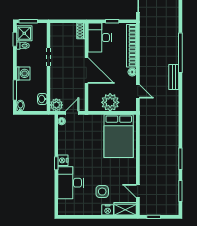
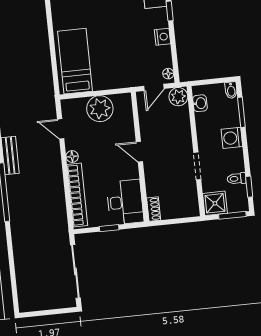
shower: (24, 33) -> (215, 203), moved
door: (86, 71) -> (139, 152), width x0.53
bed: (119, 136) -> (75, 61), width x0.67
nightstand: (63, 160) -> (162, 37), moved

